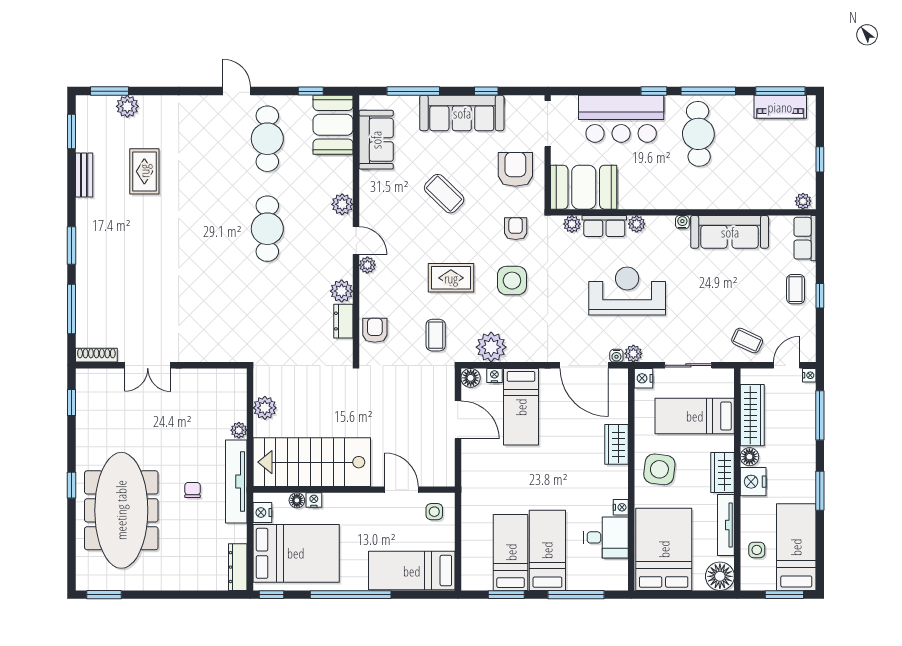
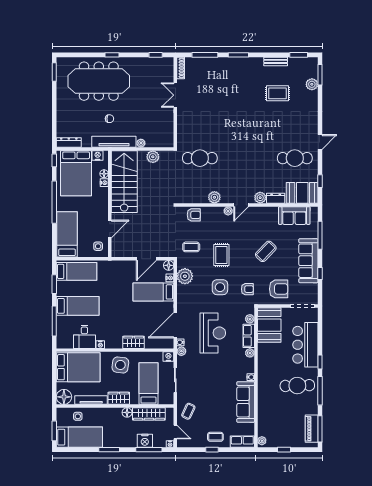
cafe table: (267, 229) -> (200, 158), moved
reception desk: (627, 291) -> (213, 333), moved
dresser: (343, 321) -> (276, 198), moved
nightstand: (753, 482) -> (145, 441), moved, turned 180
bed: (511, 552) -> (76, 271), moved

